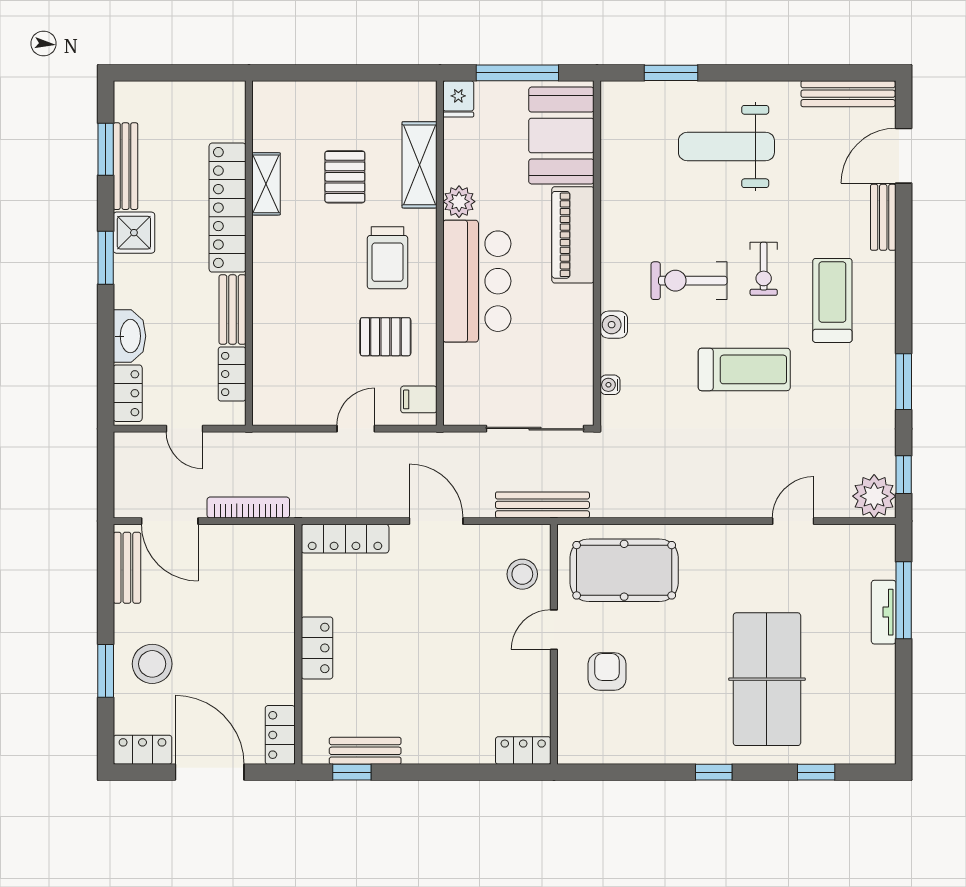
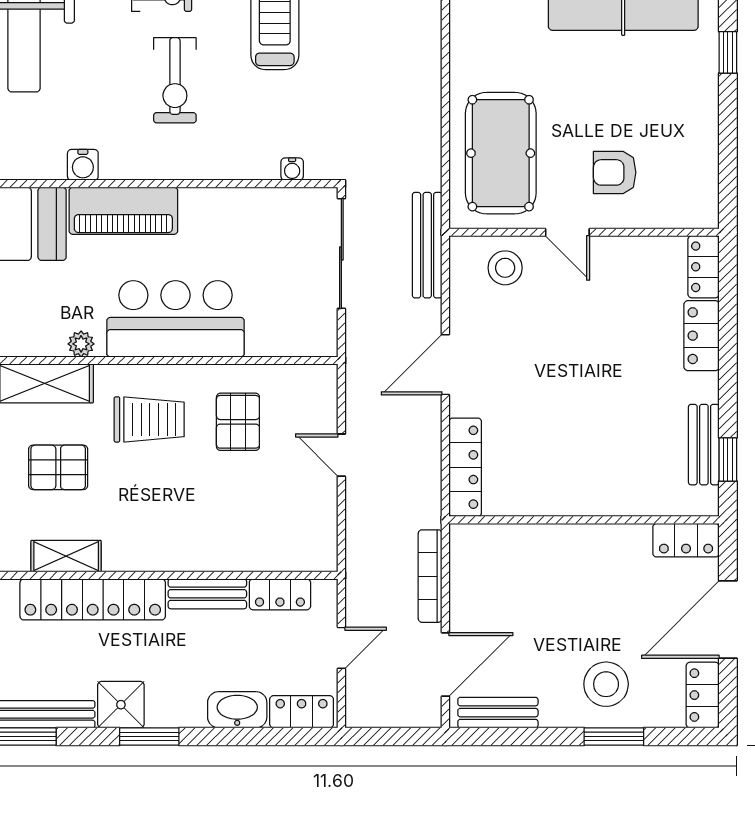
plant: (459, 202) -> (81, 344), width x0.73, depth x0.73
water cooler: (614, 325) -> (83, 165), moved
filing cabinet: (419, 399) -> (309, 384), removed
locker: (317, 648) -> (702, 336), moved, turned -90

